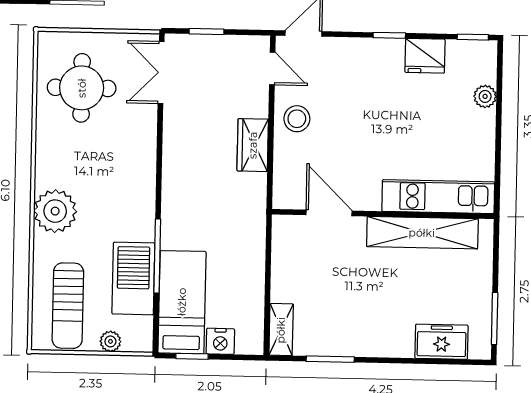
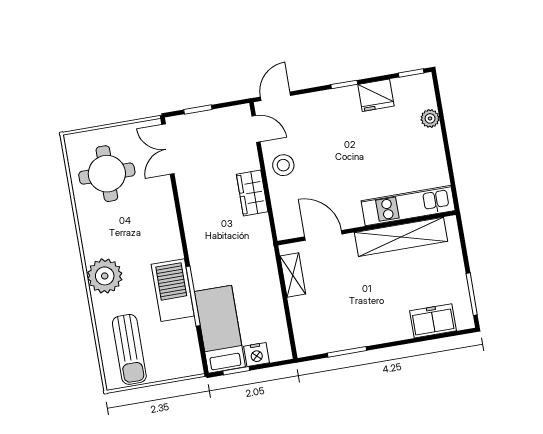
barbecue: (133, 278) -> (173, 290), moved
shelving: (281, 330) -> (293, 275), moved
plant: (110, 341) -> (169, 371), removed

